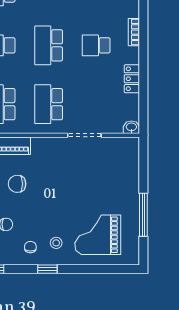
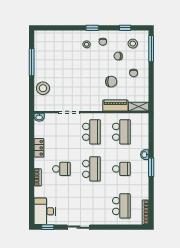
stool: (125, 173) -> (43, 88), added
grand piano: (98, 235) -> (60, 49), removed

